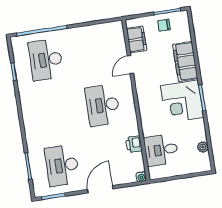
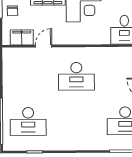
door: (130, 65) -> (44, 46), swing flipped
printer: (134, 144) -> (116, 53), removed

